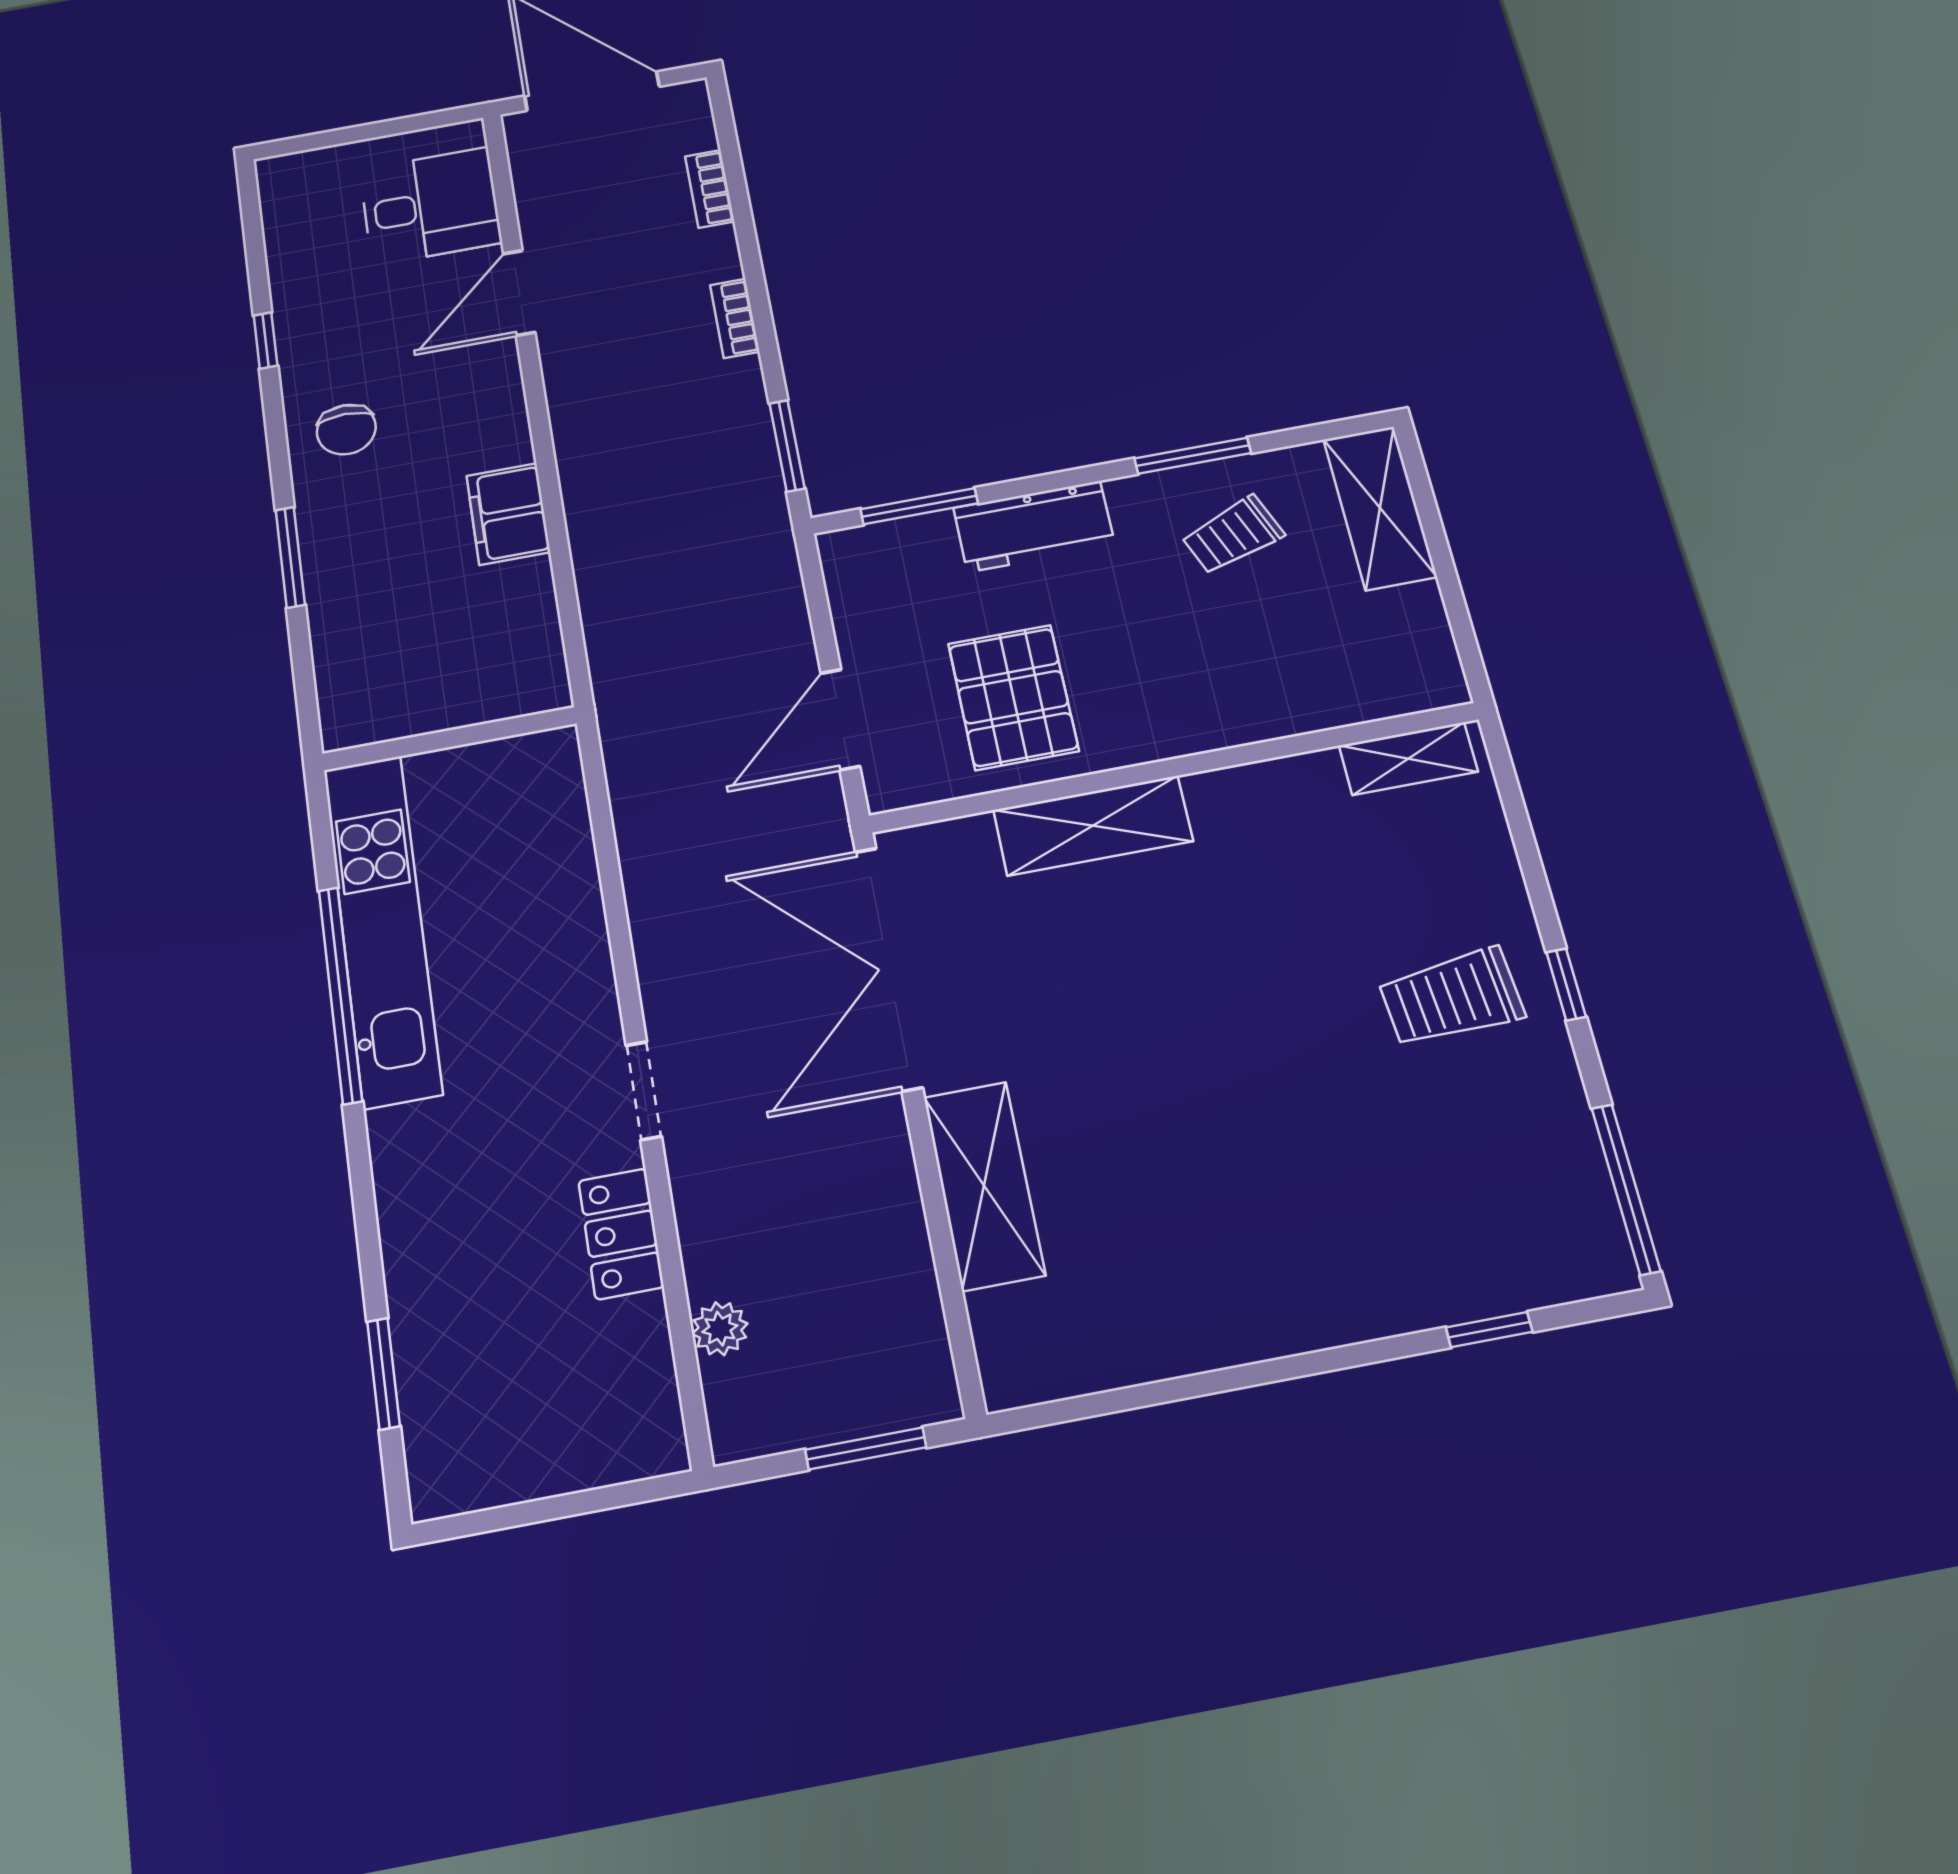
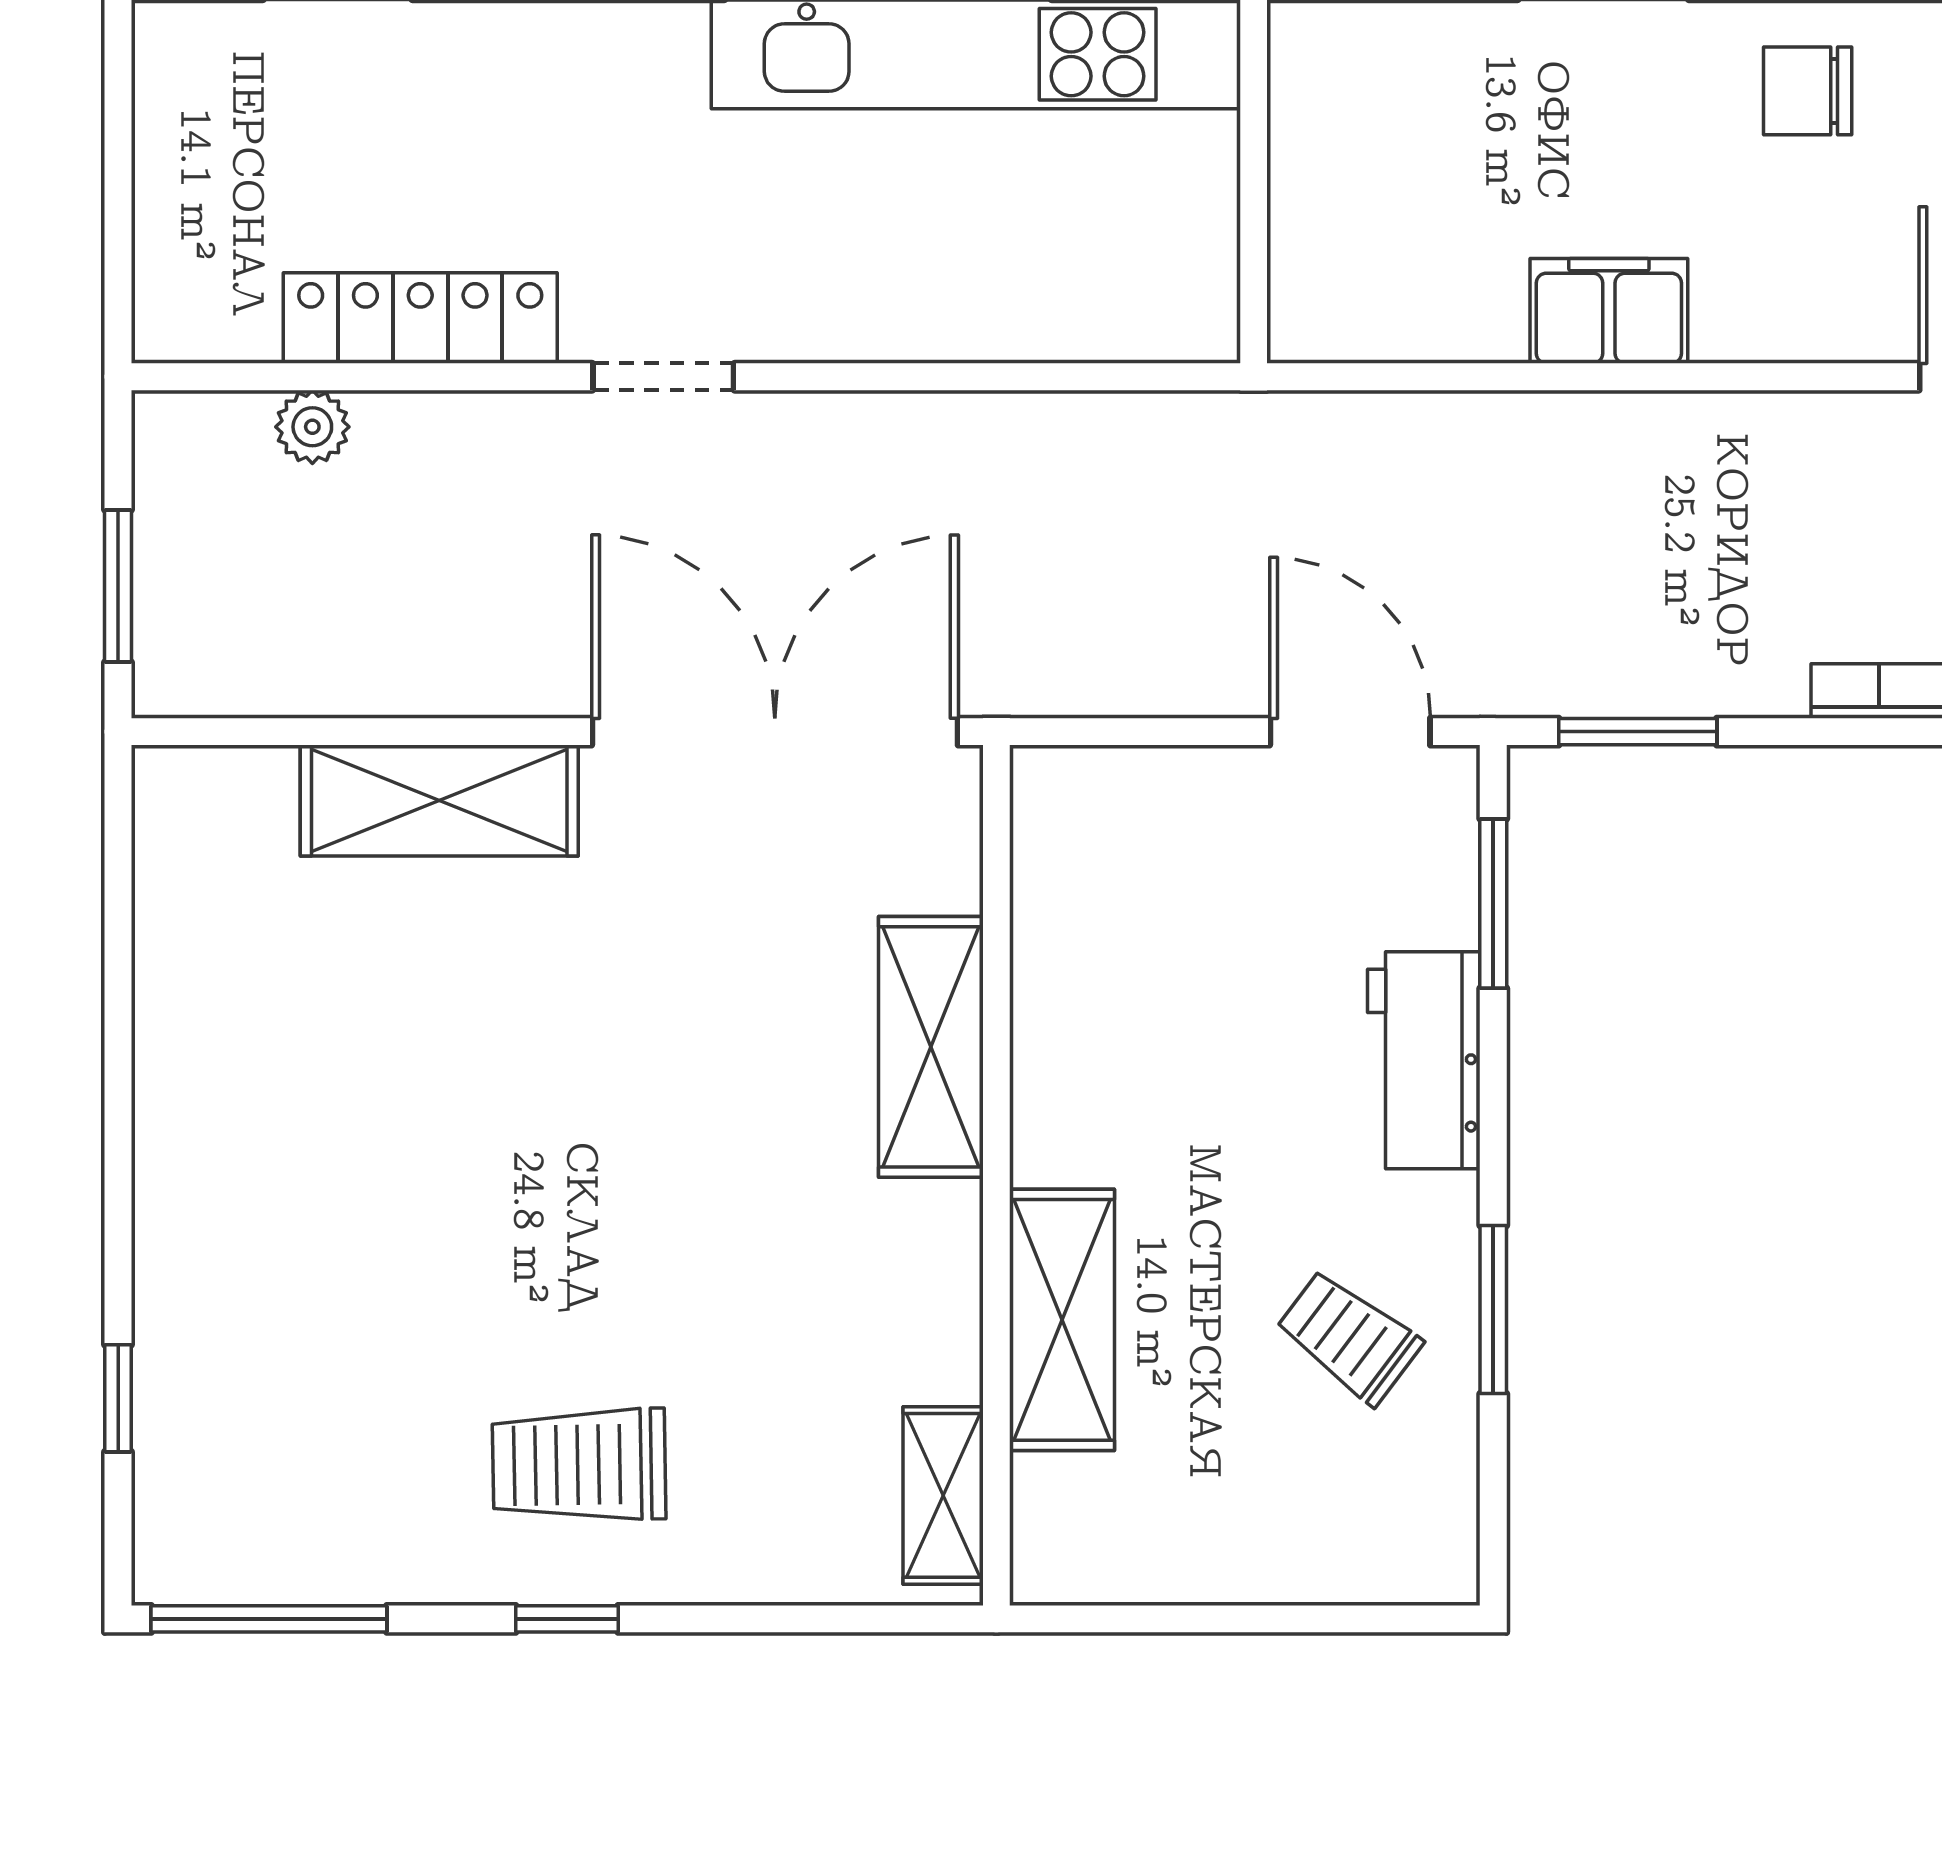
shelving: (1380, 508) -> (1062, 1320), moved, turned 90
trolley: (1233, 535) -> (1349, 1337), turned -32
pallet: (1013, 697) -> (1153, 977), removed
door: (840, 719) -> (1350, 732), moved
trolley: (1451, 998) -> (579, 1465), turned -86
locker: (621, 1234) -> (420, 318), width x1.53

